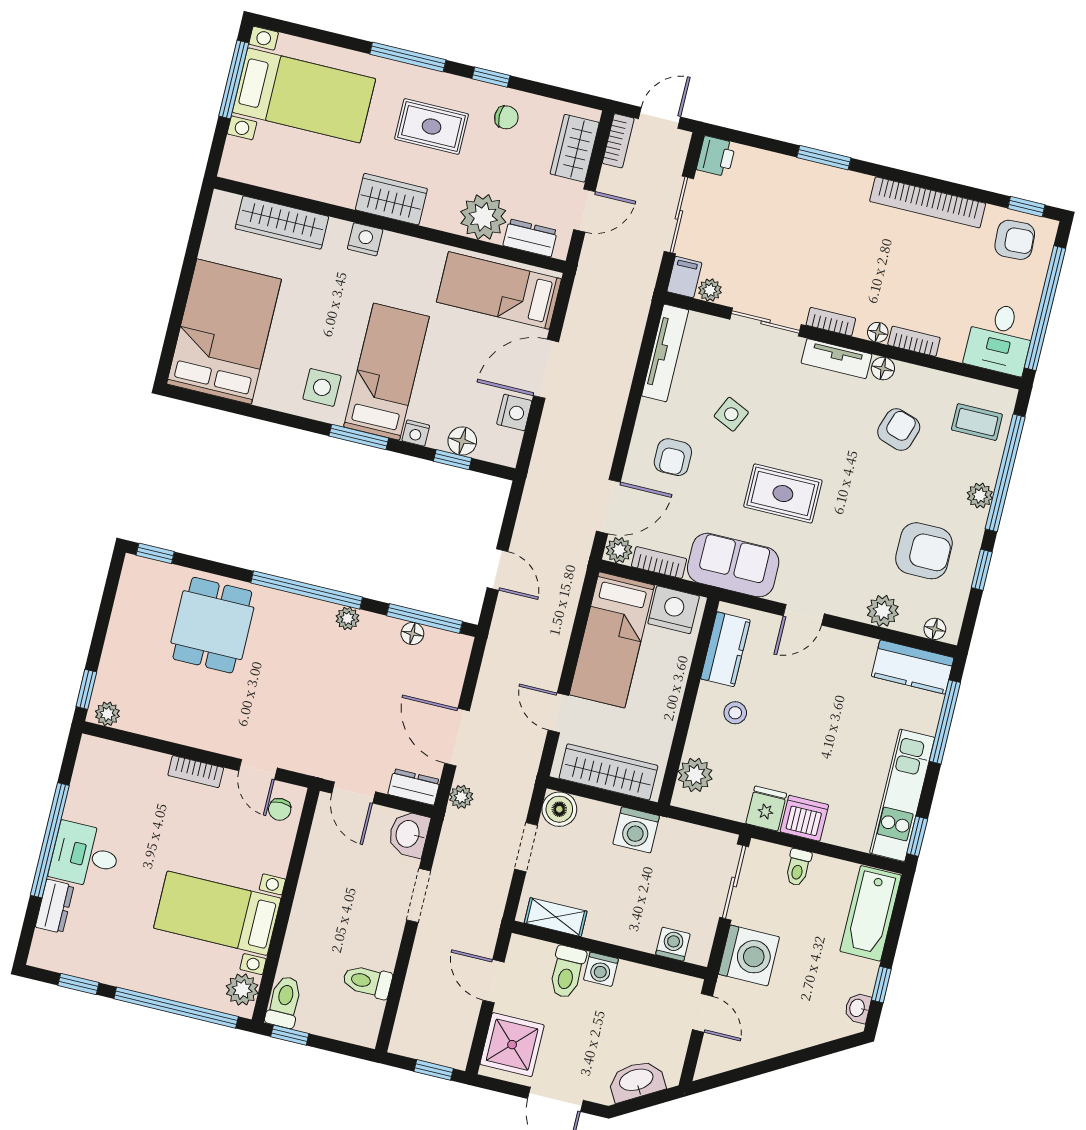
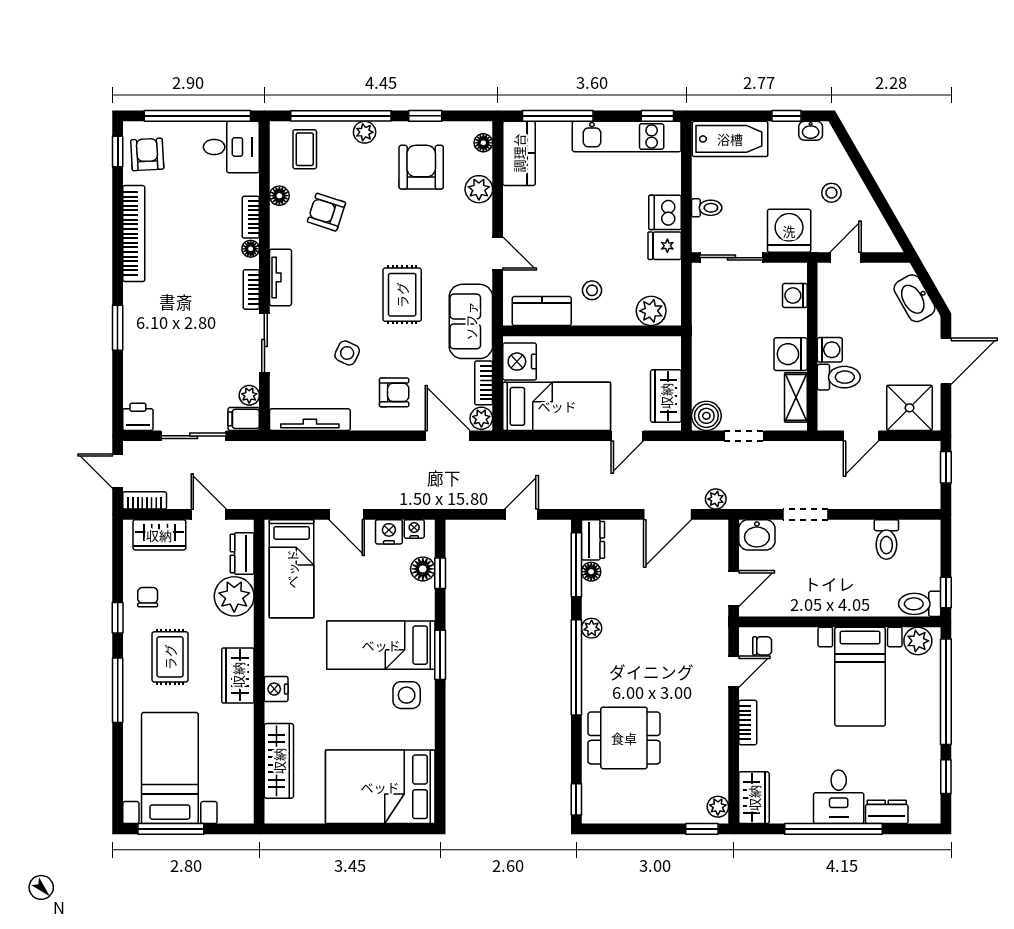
door: (546, 369) -> (347, 514), width x0.73
floor lamp: (883, 369) -> (279, 196), moved
nightstand: (416, 433) -> (414, 529), moved, turned -90
wardrobe: (108, 758) -> (754, 798), added
wardrobe: (608, 772) -> (666, 396), width x0.67
dresser: (414, 787) -> (593, 540), moved, turned 180
washing machine: (636, 830) -> (791, 354), moved, turned 180
stool: (781, 1015) -> (831, 193), added

